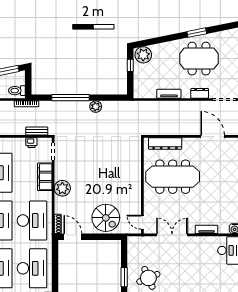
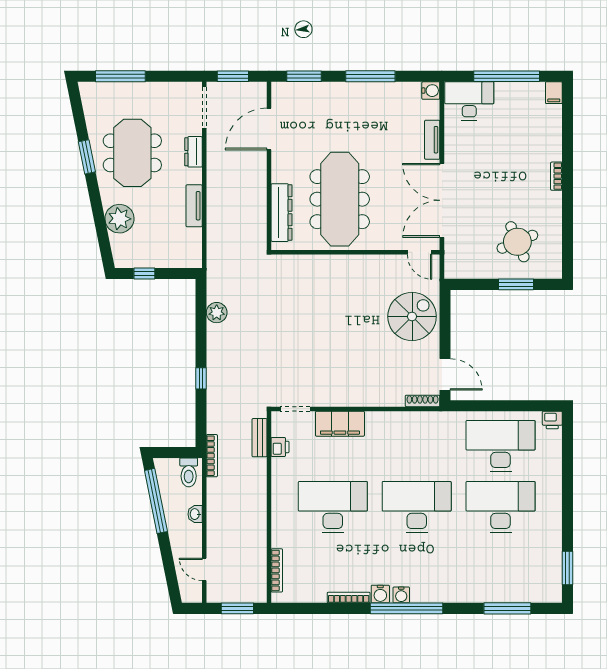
plant: (143, 55) -> (119, 219), moved
window: (71, 98) -> (201, 378), width x0.32
plant: (96, 107) -> (217, 313), moved
plant: (62, 188) -> (360, 393), removed
desk: (32, 221) -> (417, 446), removed
door: (142, 222) -> (420, 252), hinge flipped
double door: (172, 235) -> (442, 200), width x1.36
door: (73, 237) -> (445, 374), swing flipped

